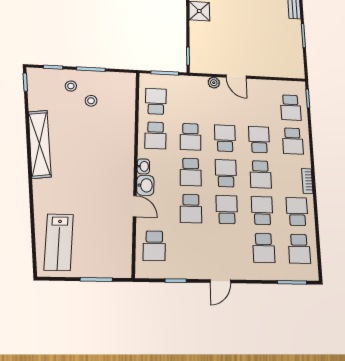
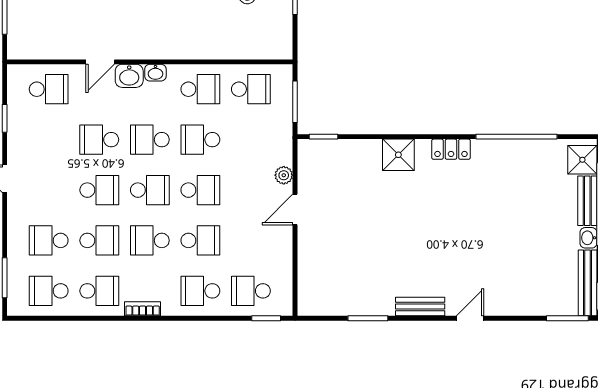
school desk: (155, 135) -> (200, 89), turned 180
school desk: (154, 246) -> (49, 89), turned 180

